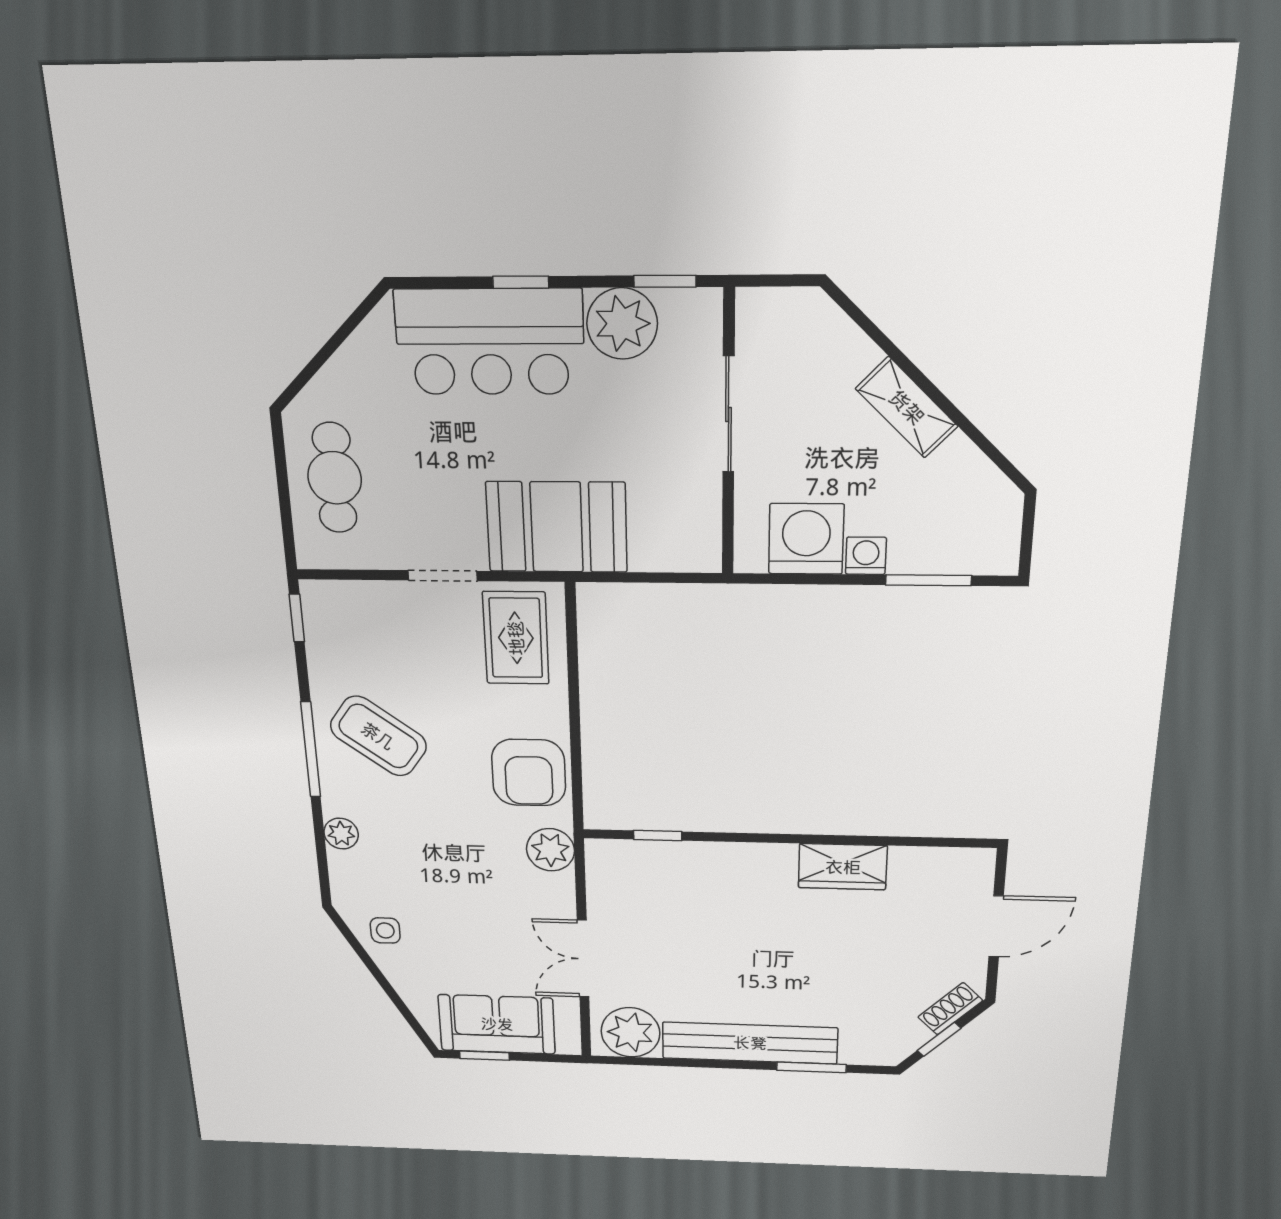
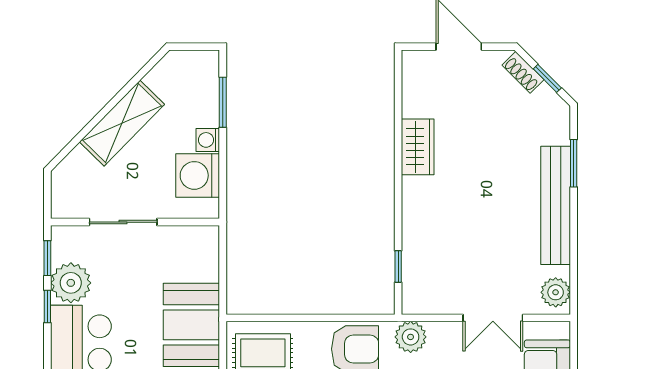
window: (521, 282) -> (47, 307), moved
shelving: (907, 407) -> (122, 123), width x1.50, depth x1.33
plant: (630, 1032) -> (556, 292), width x0.73, depth x0.73

